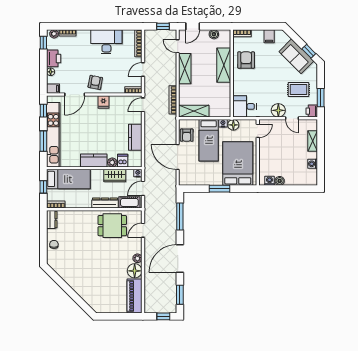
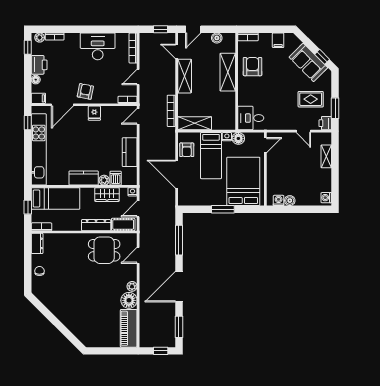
floor lamp: (278, 110) -> (288, 122), removed
window: (43, 141) -> (28, 157), removed
washing machine: (313, 164) -> (326, 198), moved

